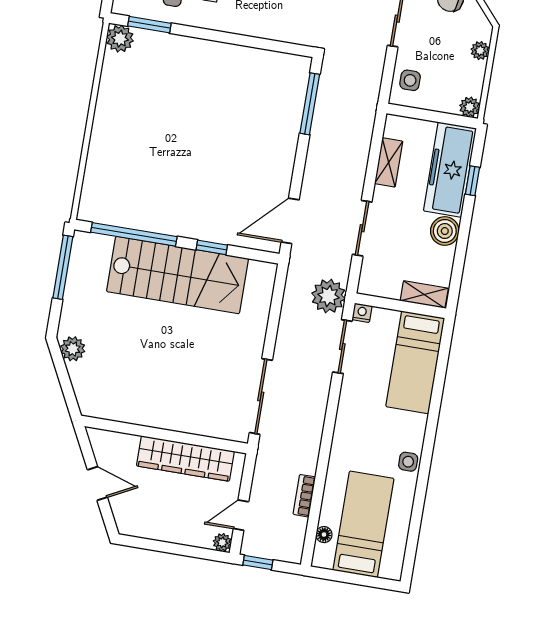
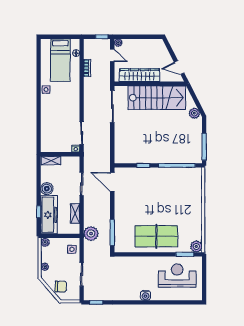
table tennis table: (209, 78) -> (156, 236), added
door: (290, 221) -> (112, 182), swing flipped
stairs: (178, 275) -> (157, 98), moved, turned 180
plant: (328, 296) -> (91, 234), moved
bed: (415, 362) -> (50, 132), removed
door: (97, 483) -> (179, 68), moved
door: (241, 515) -> (112, 55), hinge flipped

